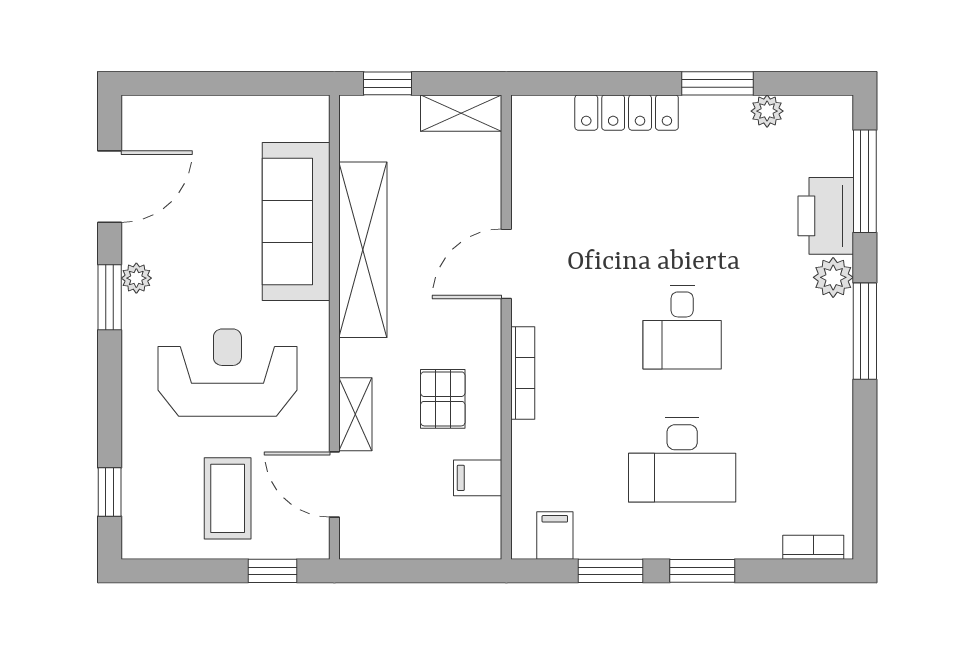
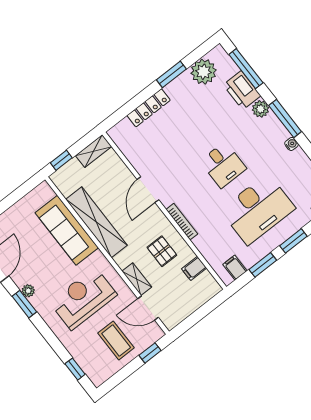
plant: (767, 111) -> (204, 72), width x1.87, depth x1.87
water cooler: (840, 388) -> (291, 144), added
desk: (682, 460) -> (258, 209), width x1.36, depth x1.30

